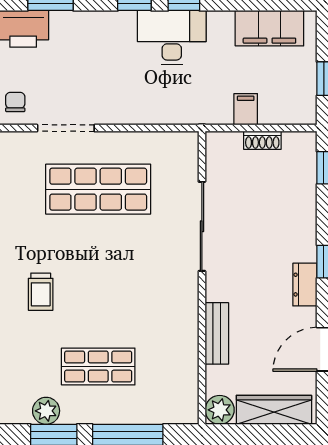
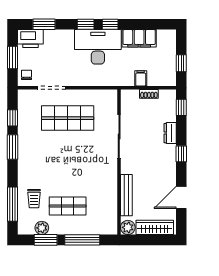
filing cabinet: (269, 28) -> (139, 38), moved
desk: (172, 37) -> (98, 47), width x1.36, depth x1.30
dresser: (305, 285) -> (170, 133), moved
trolley: (41, 292) -> (34, 199), moved
bench: (217, 333) -> (126, 195), width x1.36

